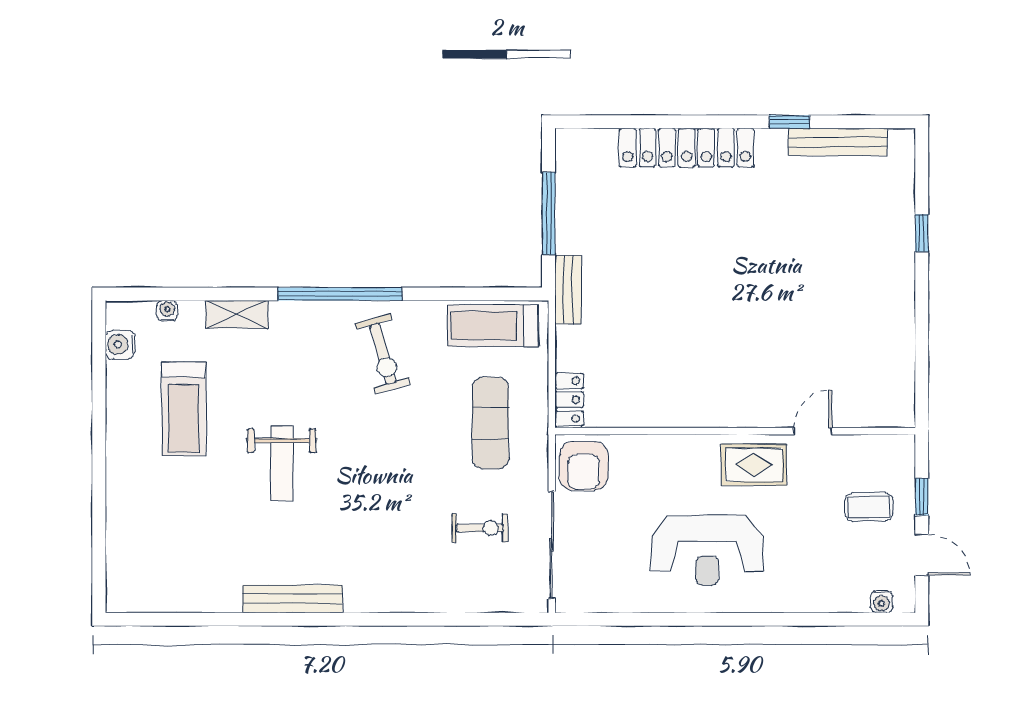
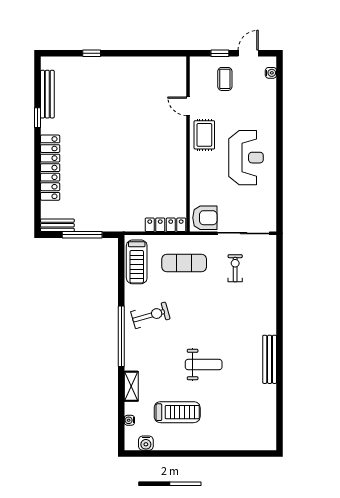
bench: (568, 290) -> (57, 225), moved
locker: (569, 400) -> (165, 225), width x1.53

